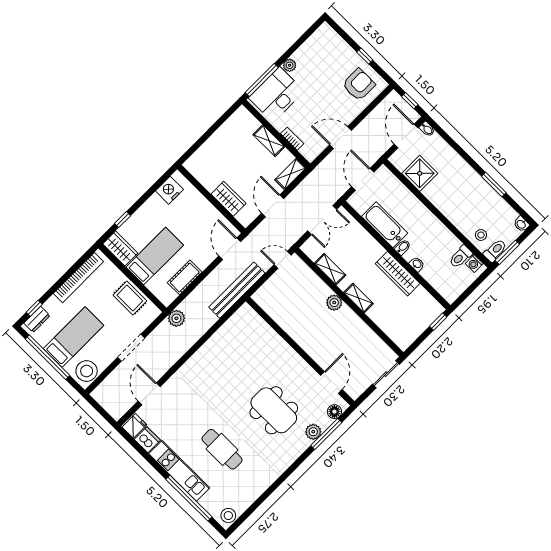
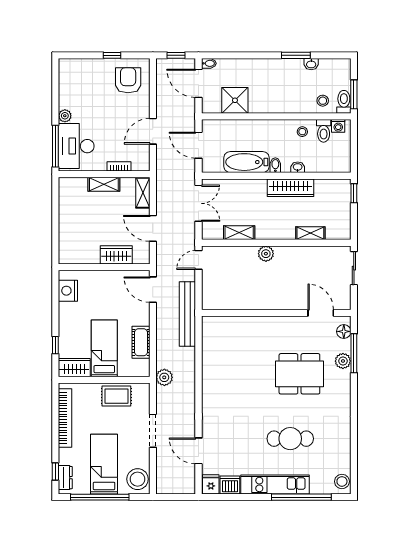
washbasin: (521, 224) -> (311, 64), moved
stool: (445, 242) -> (302, 132), added
shelving: (358, 298) -> (310, 233), moved

